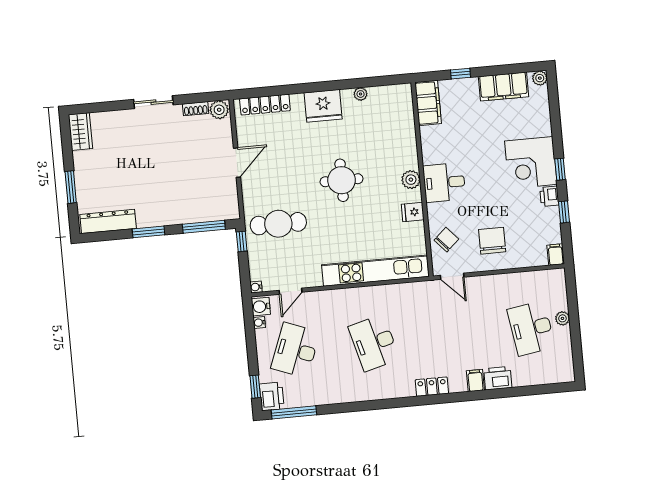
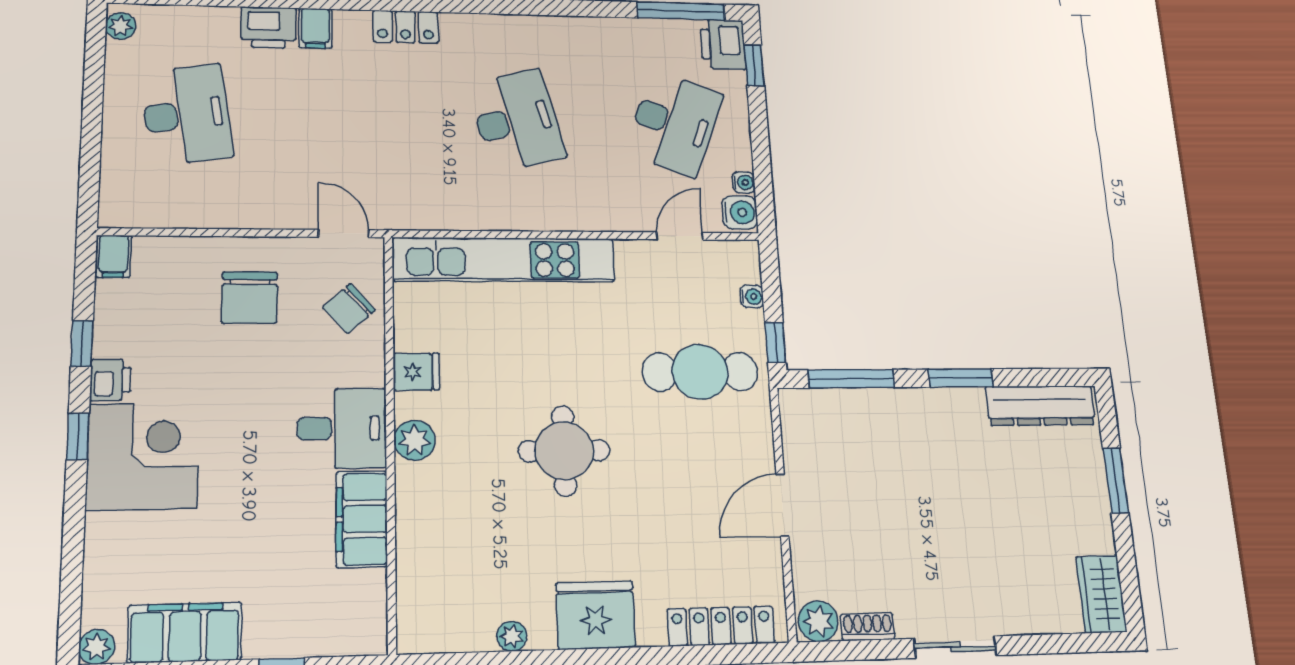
filing cabinet: (428, 103) -> (362, 519), moved
water cooler: (256, 287) -> (752, 297), moved
plant: (562, 318) -> (121, 26), moved

